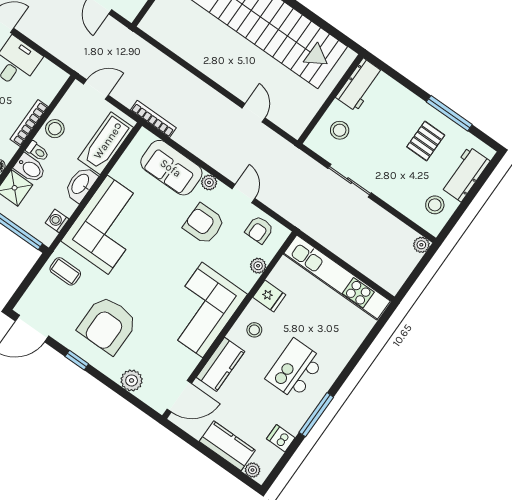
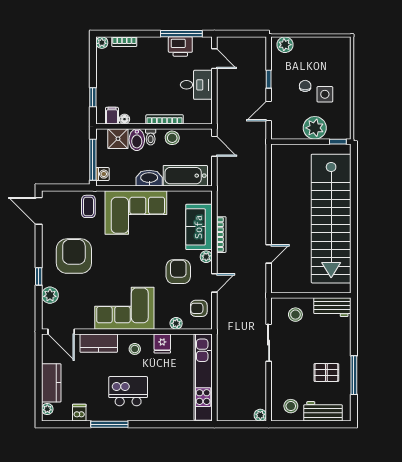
bookcase: (153, 119) -> (221, 235), moved
washing machine: (57, 221) -> (102, 174), moved, turned 90
armchair: (108, 325) -> (74, 256), turned 90
window: (77, 360) -> (39, 276), moved

